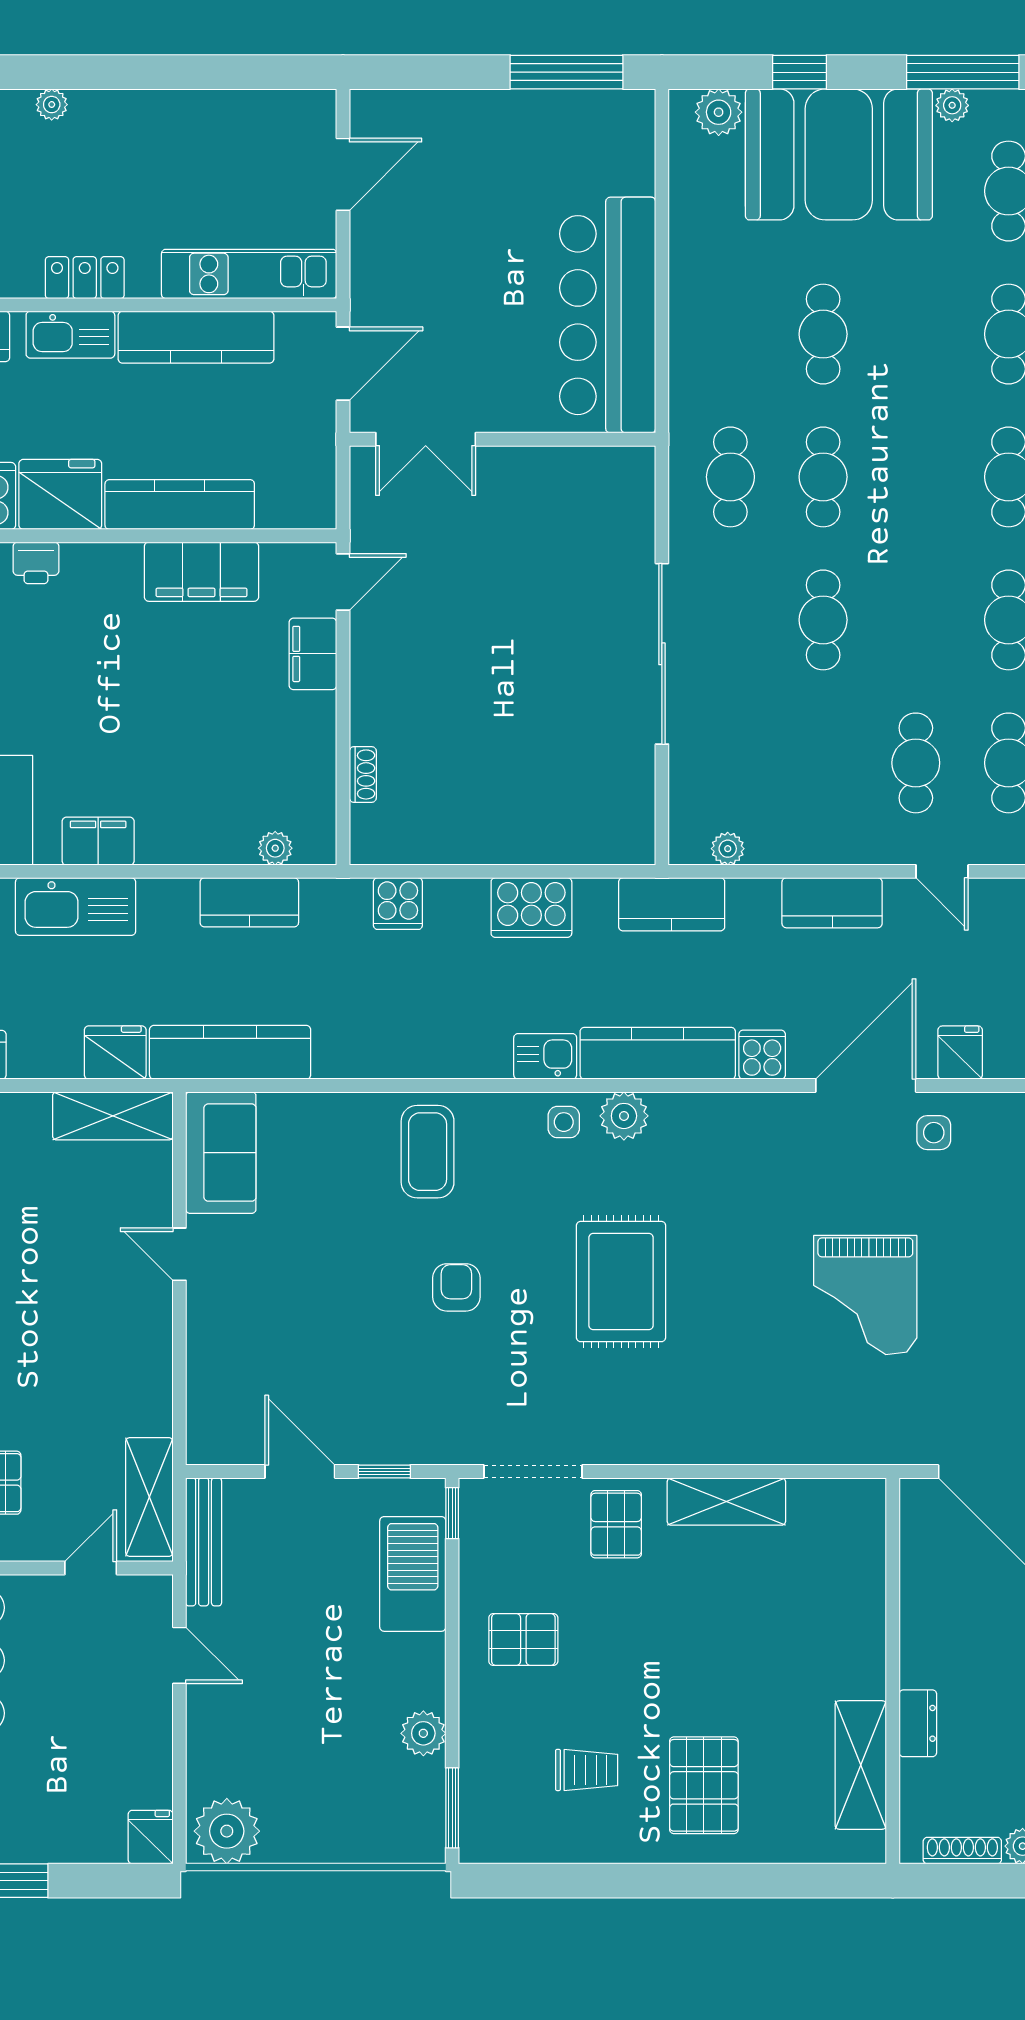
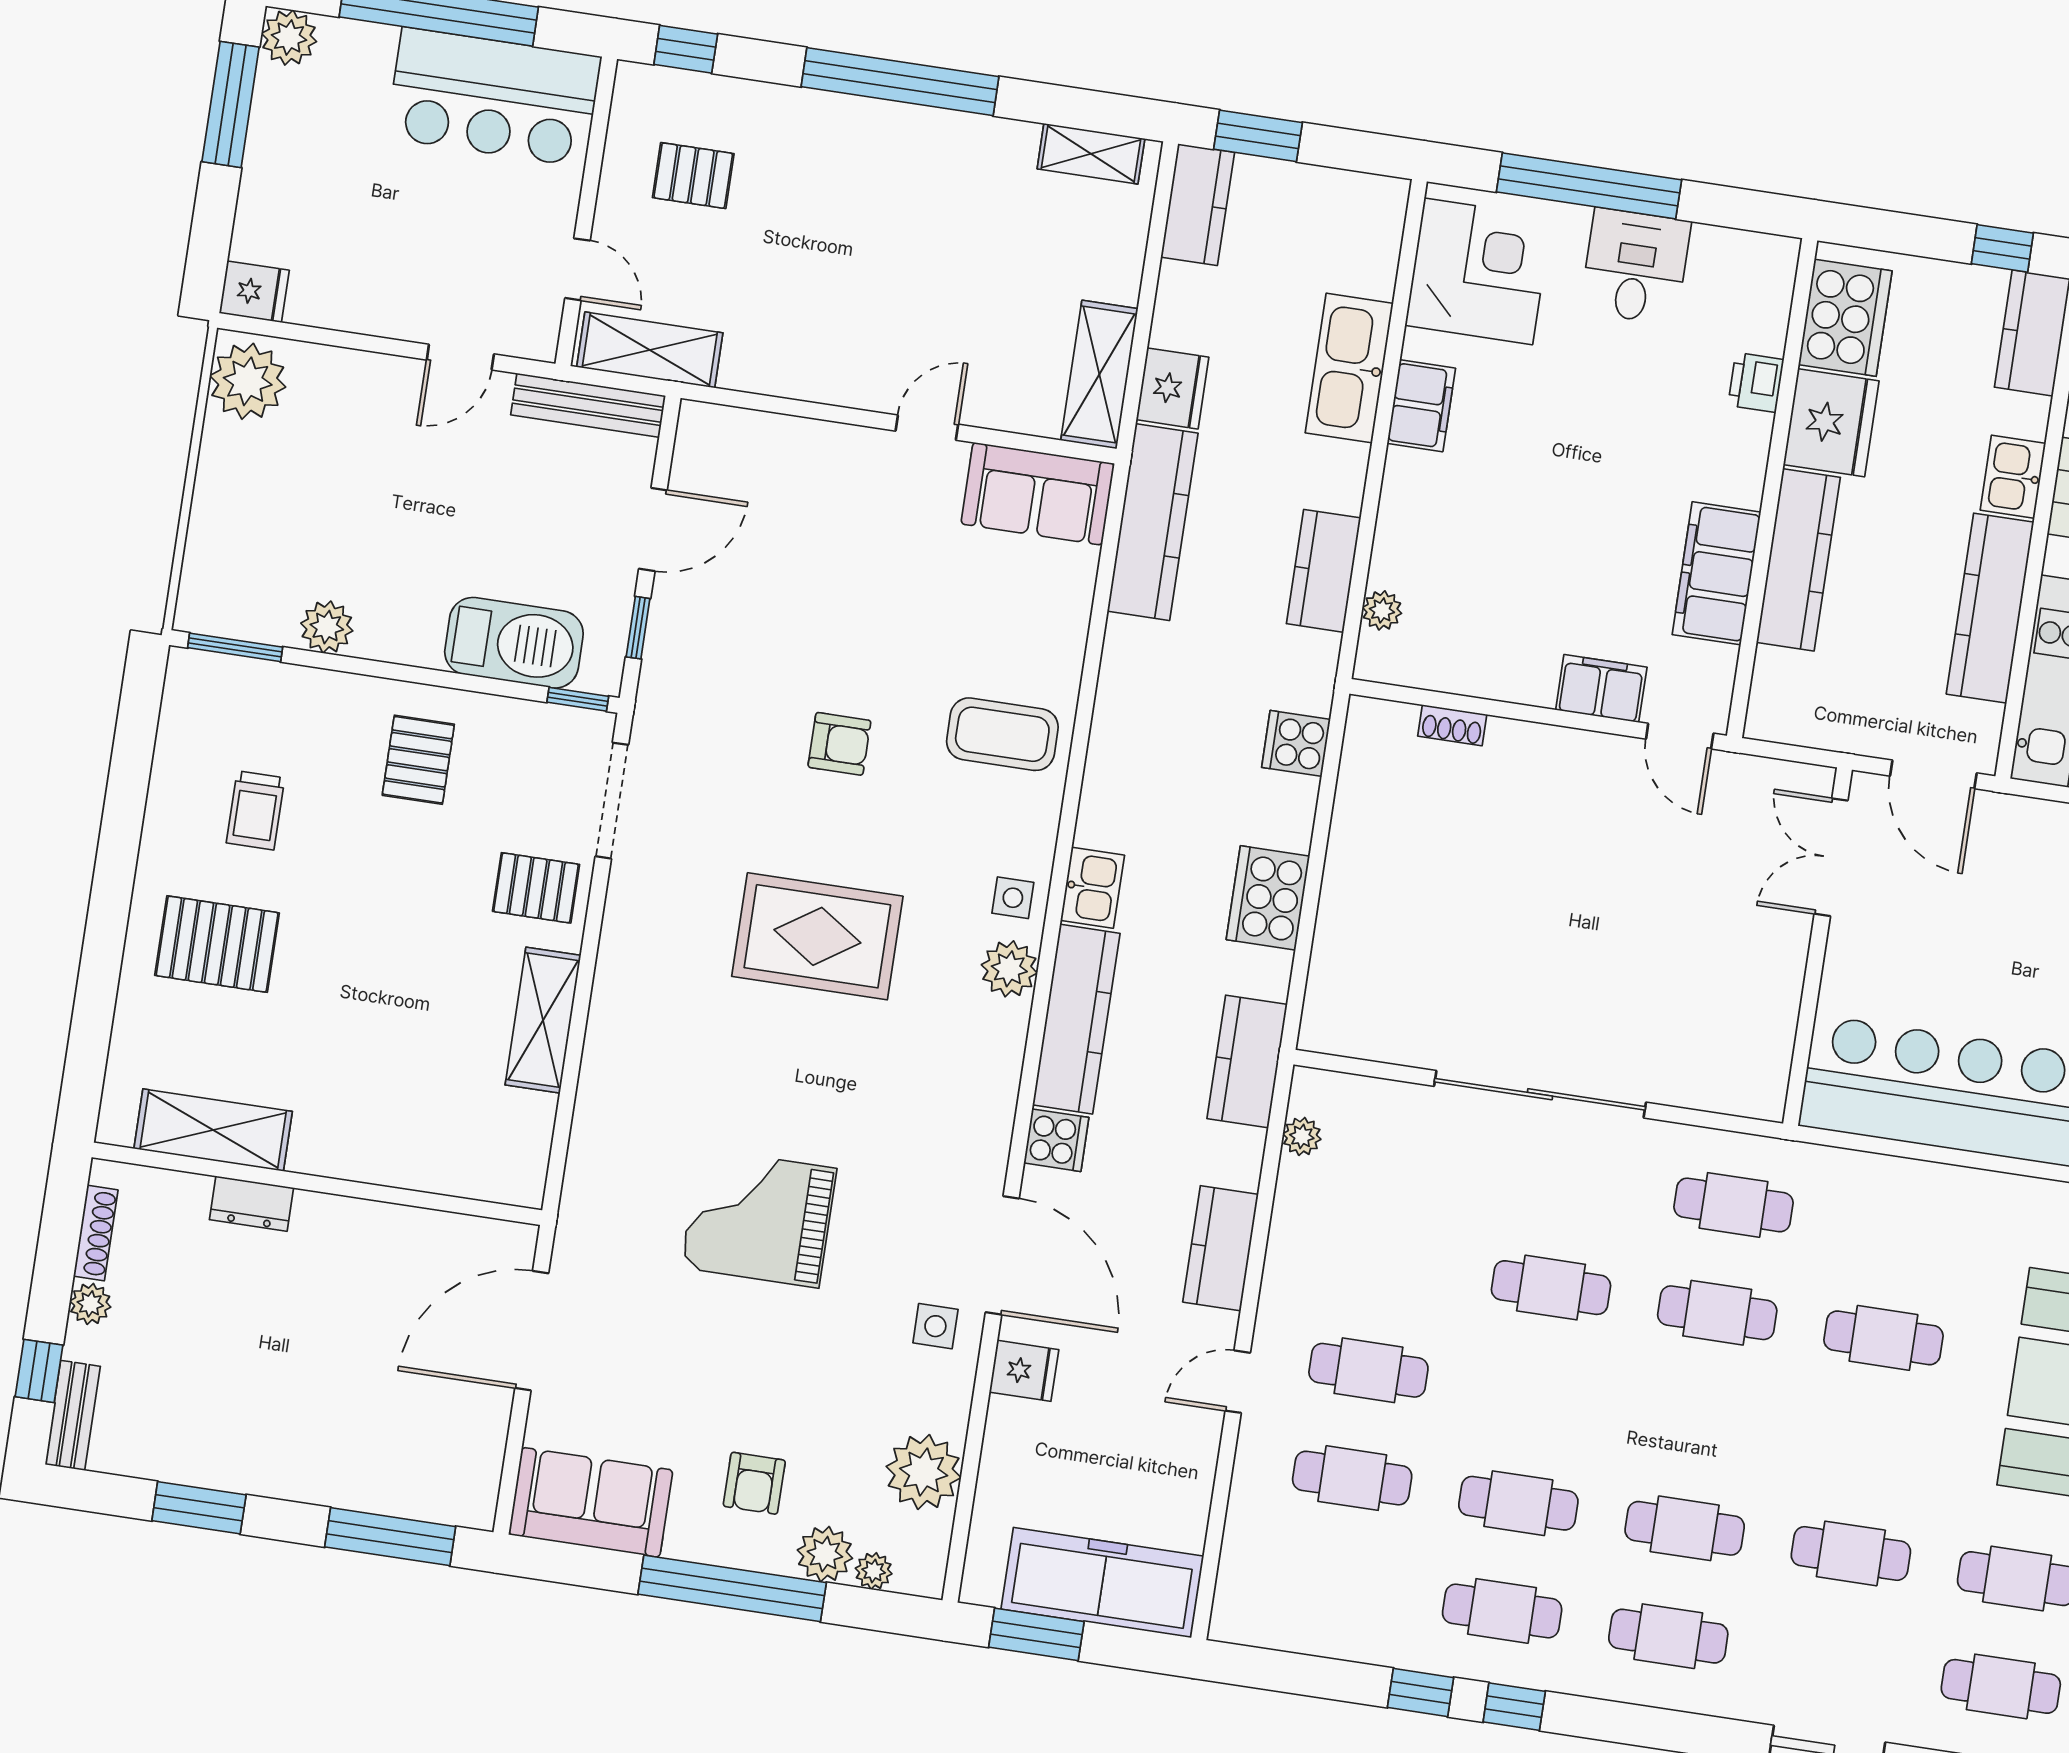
kitchen sink: (70, 335) -> (2013, 477), width x0.73

